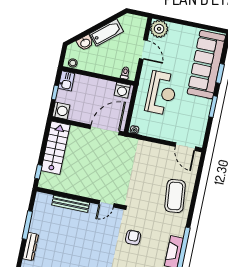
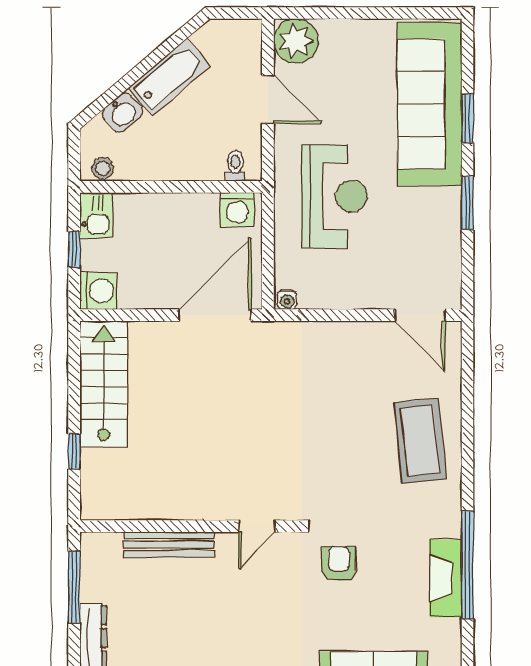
wall: (80, 198) -> (188, 526), moved
bench: (71, 204) -> (169, 545), moved
door: (107, 204) -> (257, 526), moved

